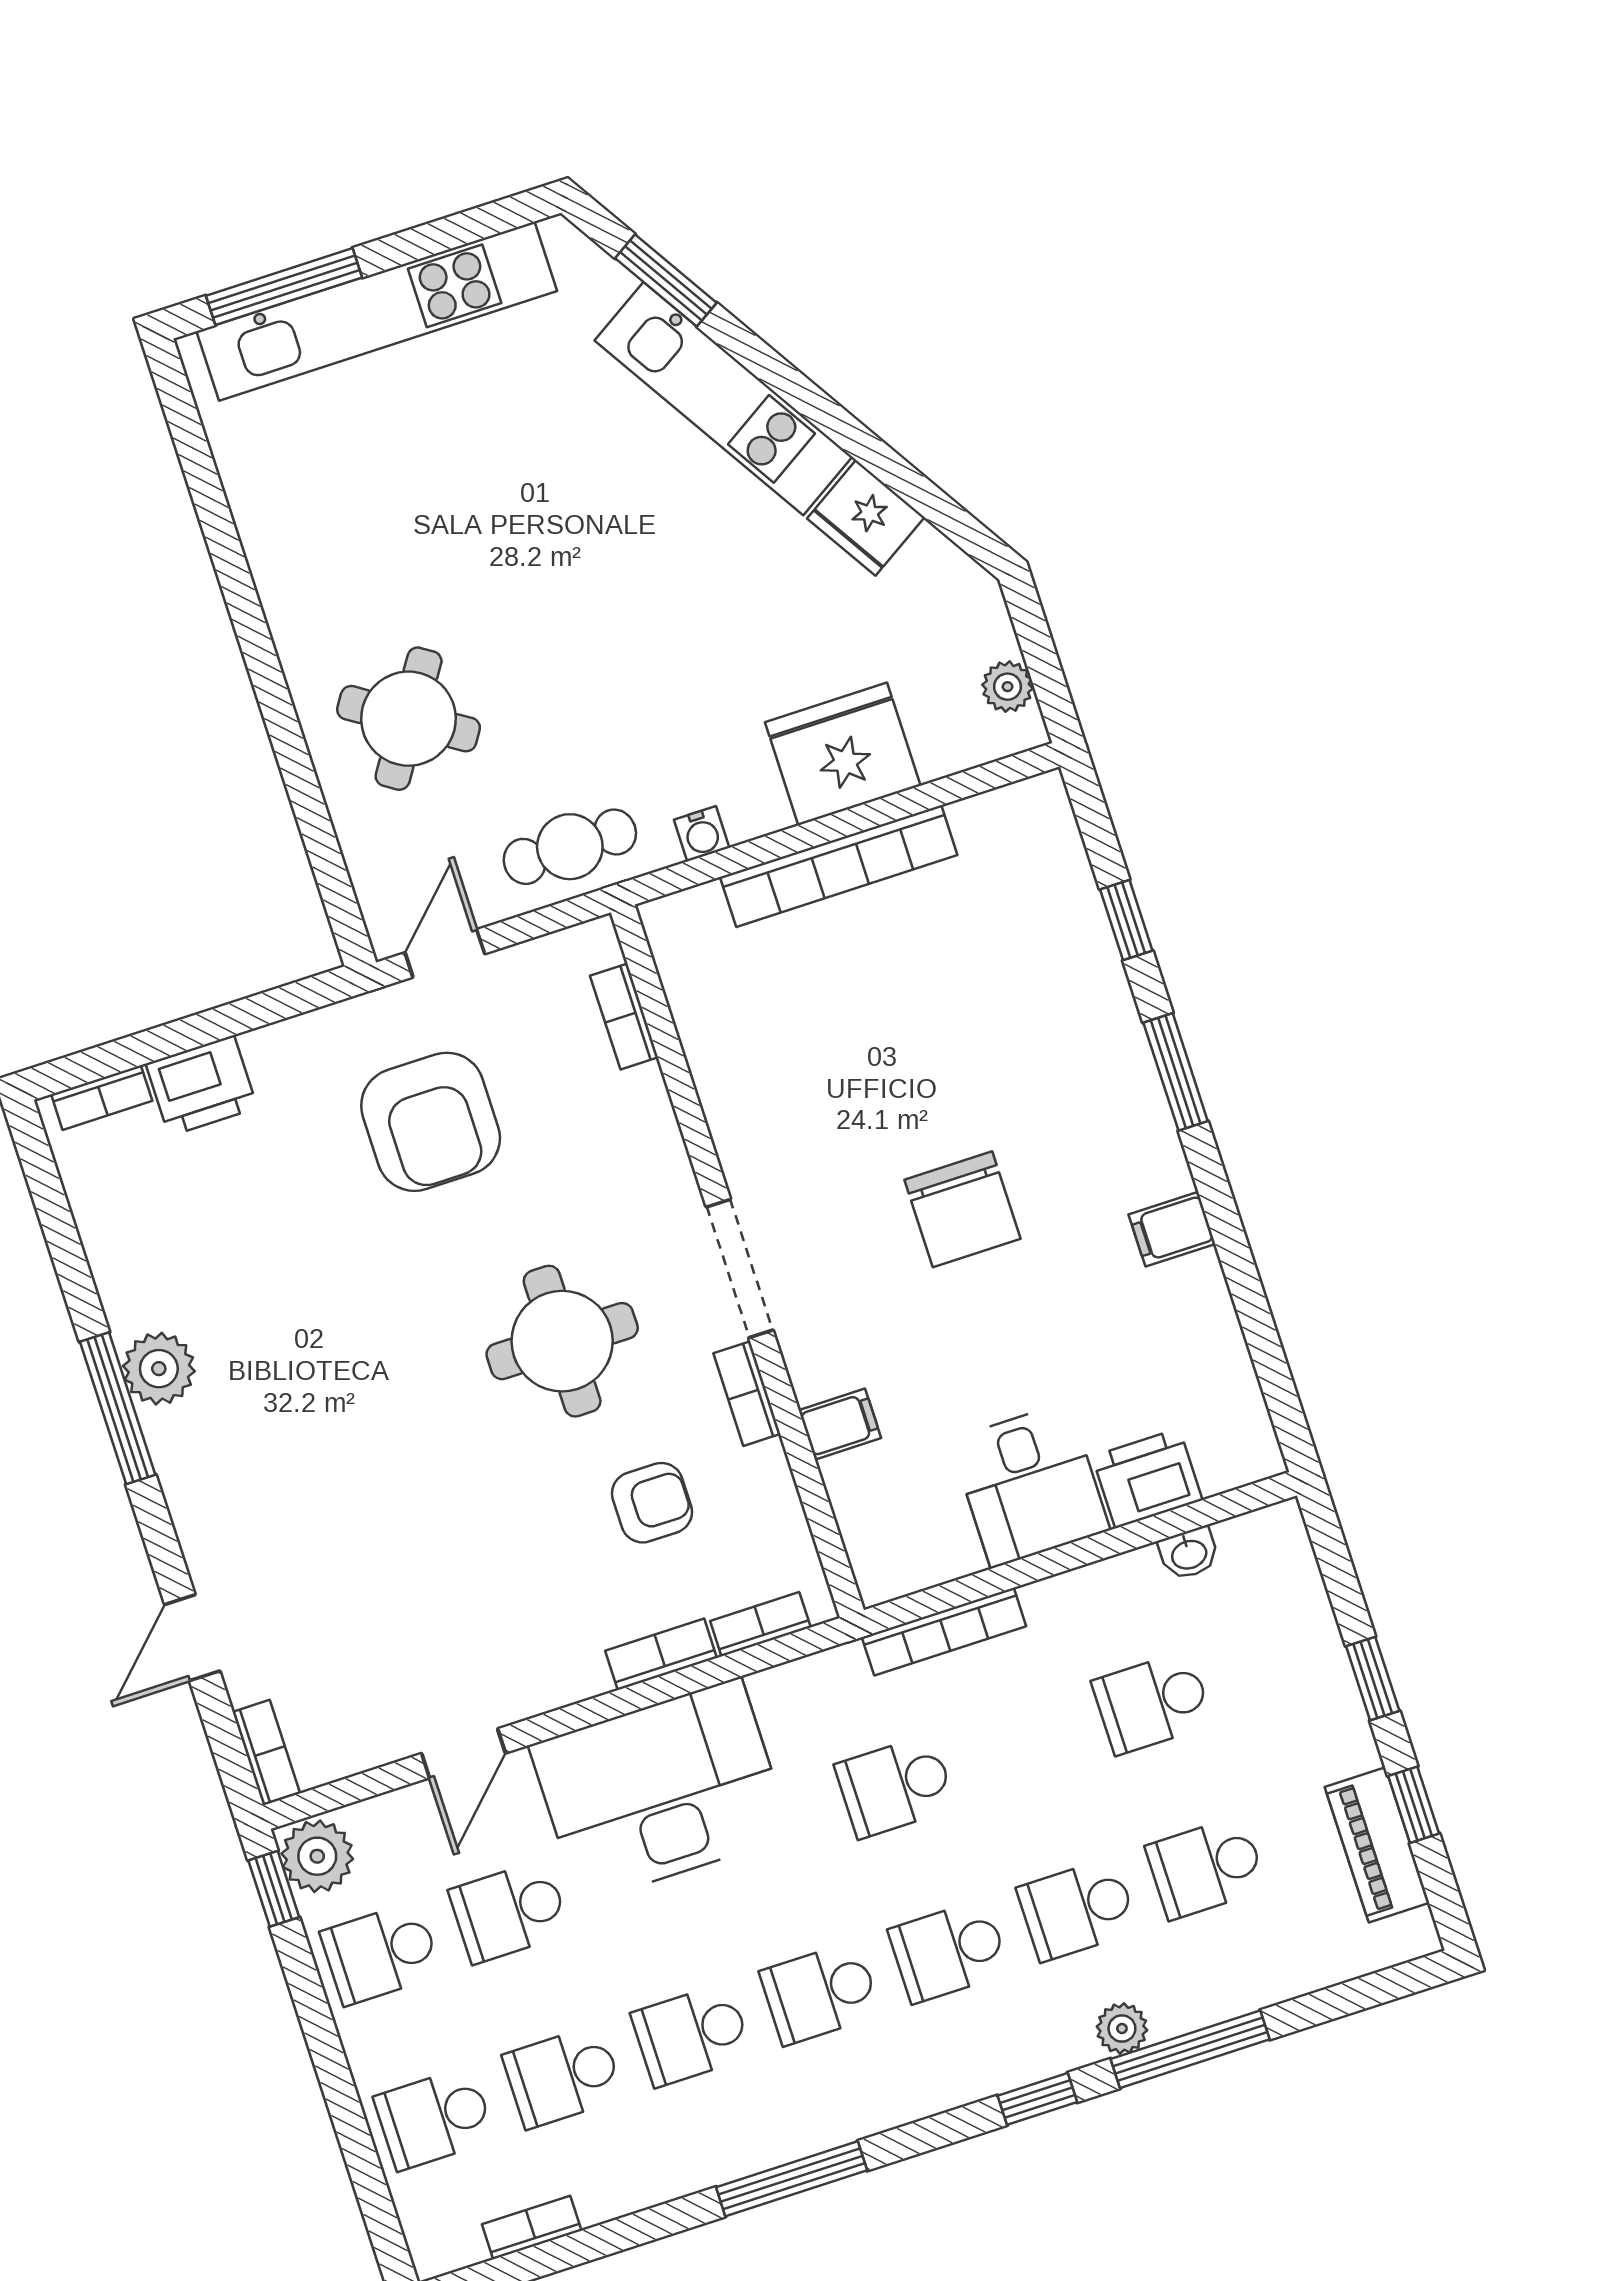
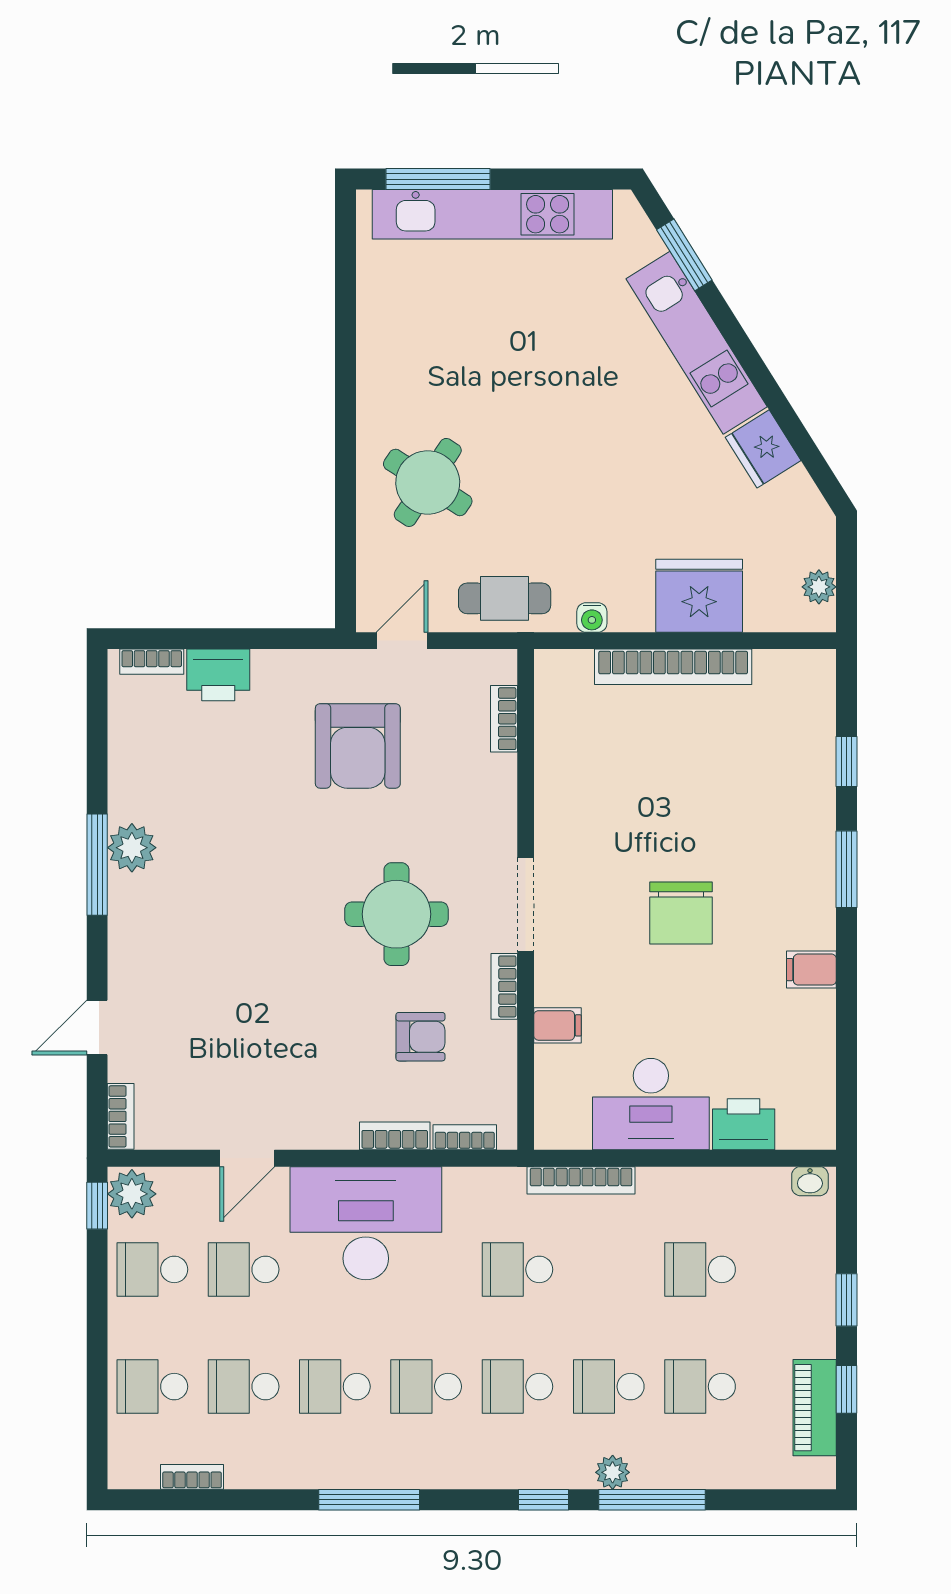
desk: (1030, 1485) -> (651, 1104), width x1.37
washbasin: (1189, 1553) -> (810, 1181), moved

